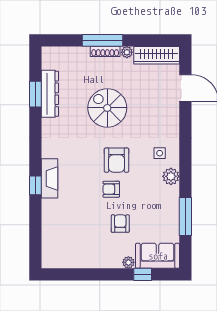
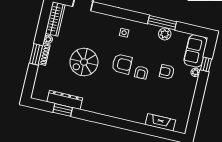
window: (102, 40) -> (36, 54), width x0.69
plant: (171, 176) -> (165, 34), moved
fireplace: (50, 178) -> (160, 122), moved
window: (35, 185) -> (126, 125), removed
window: (185, 217) -> (162, 23), moved

